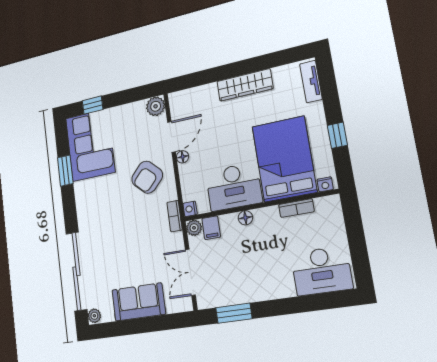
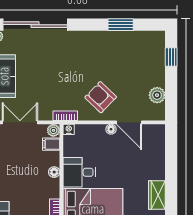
wardrobe: (245, 85) -> (157, 195), width x0.67
plant: (156, 106) -> (157, 95), moved
corner sofa: (90, 145) -> (138, 50), removed
desk: (234, 187) -> (79, 172), width x0.73

